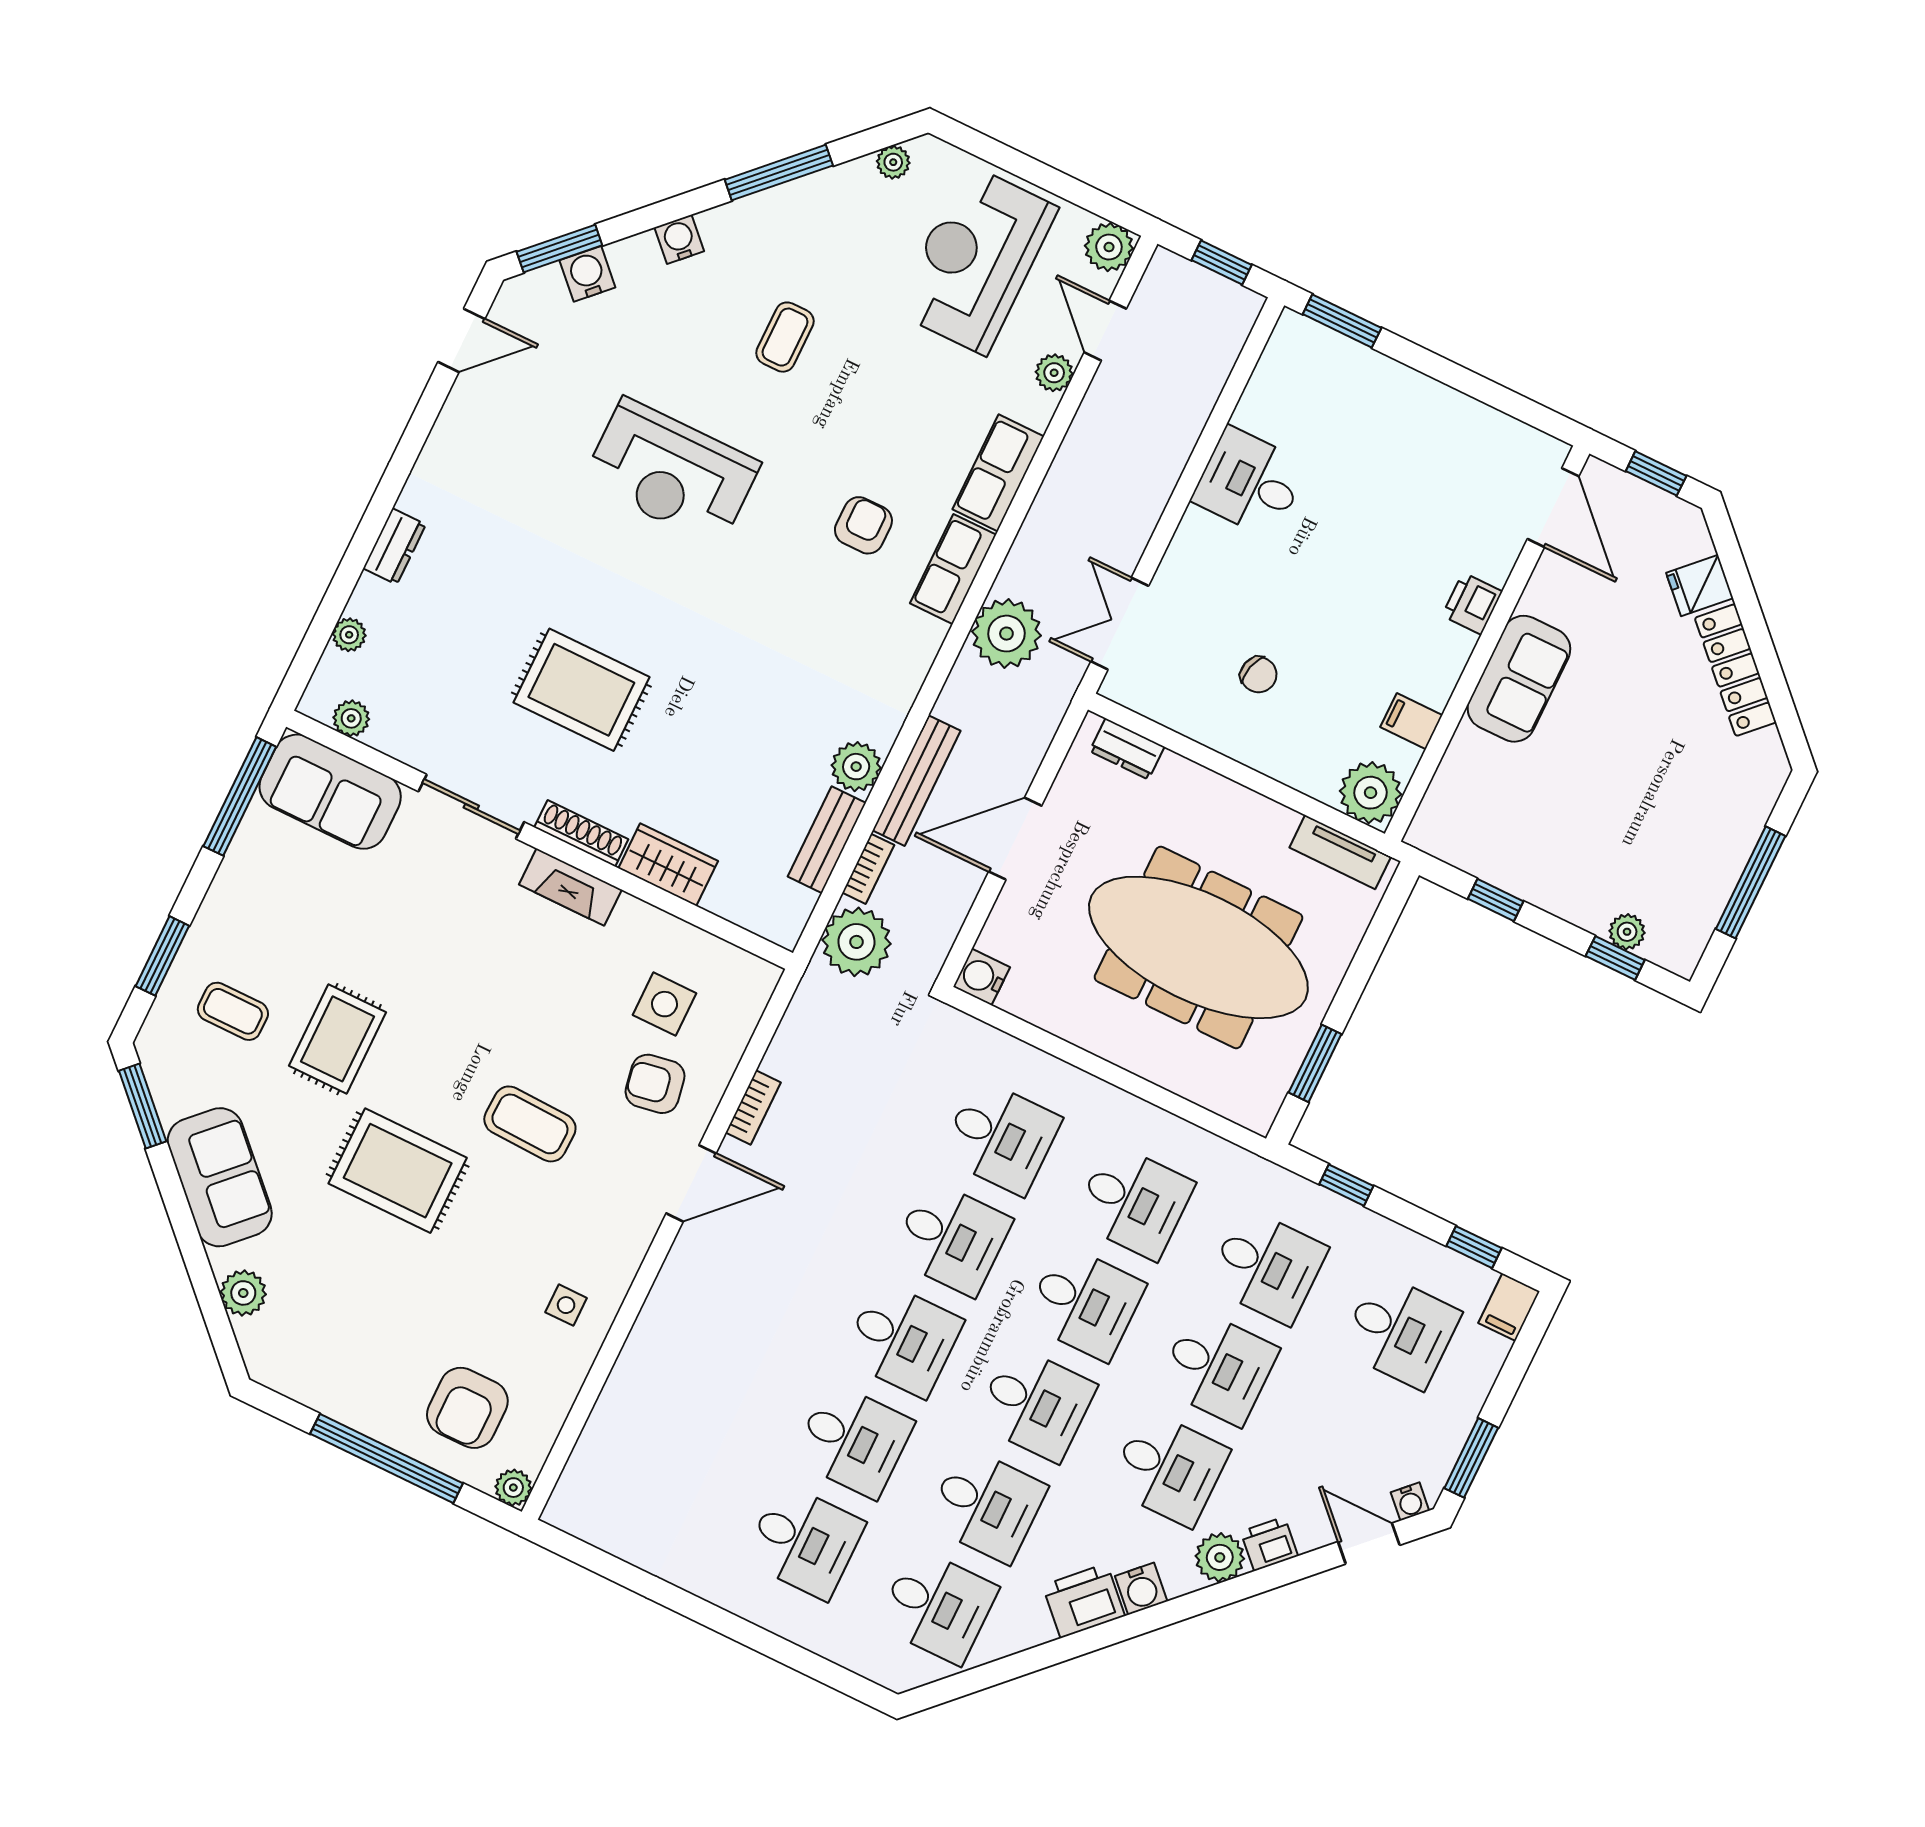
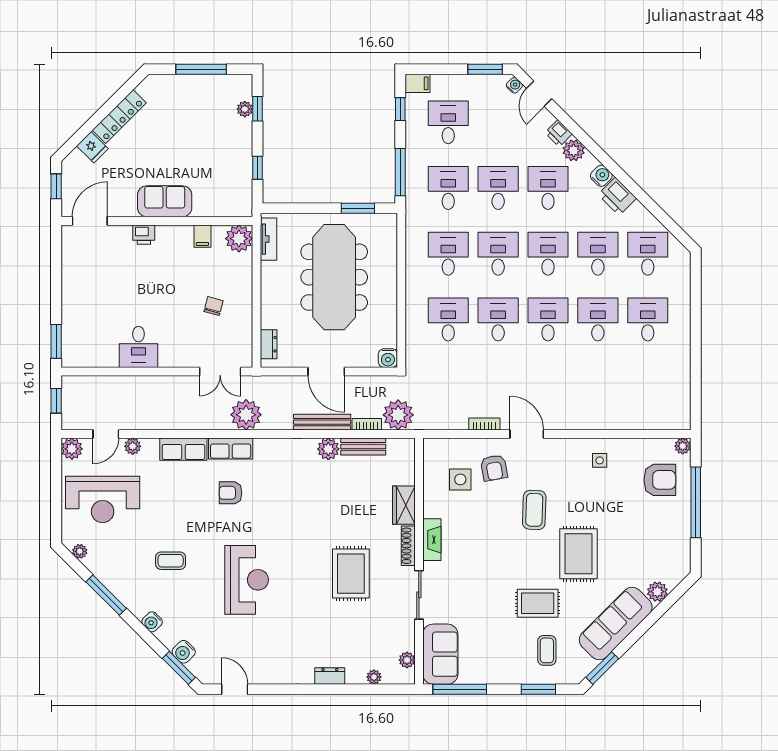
sofa: (220, 1177) -> (616, 624), width x1.36
window: (1346, 1185) -> (400, 172), width x2.17

